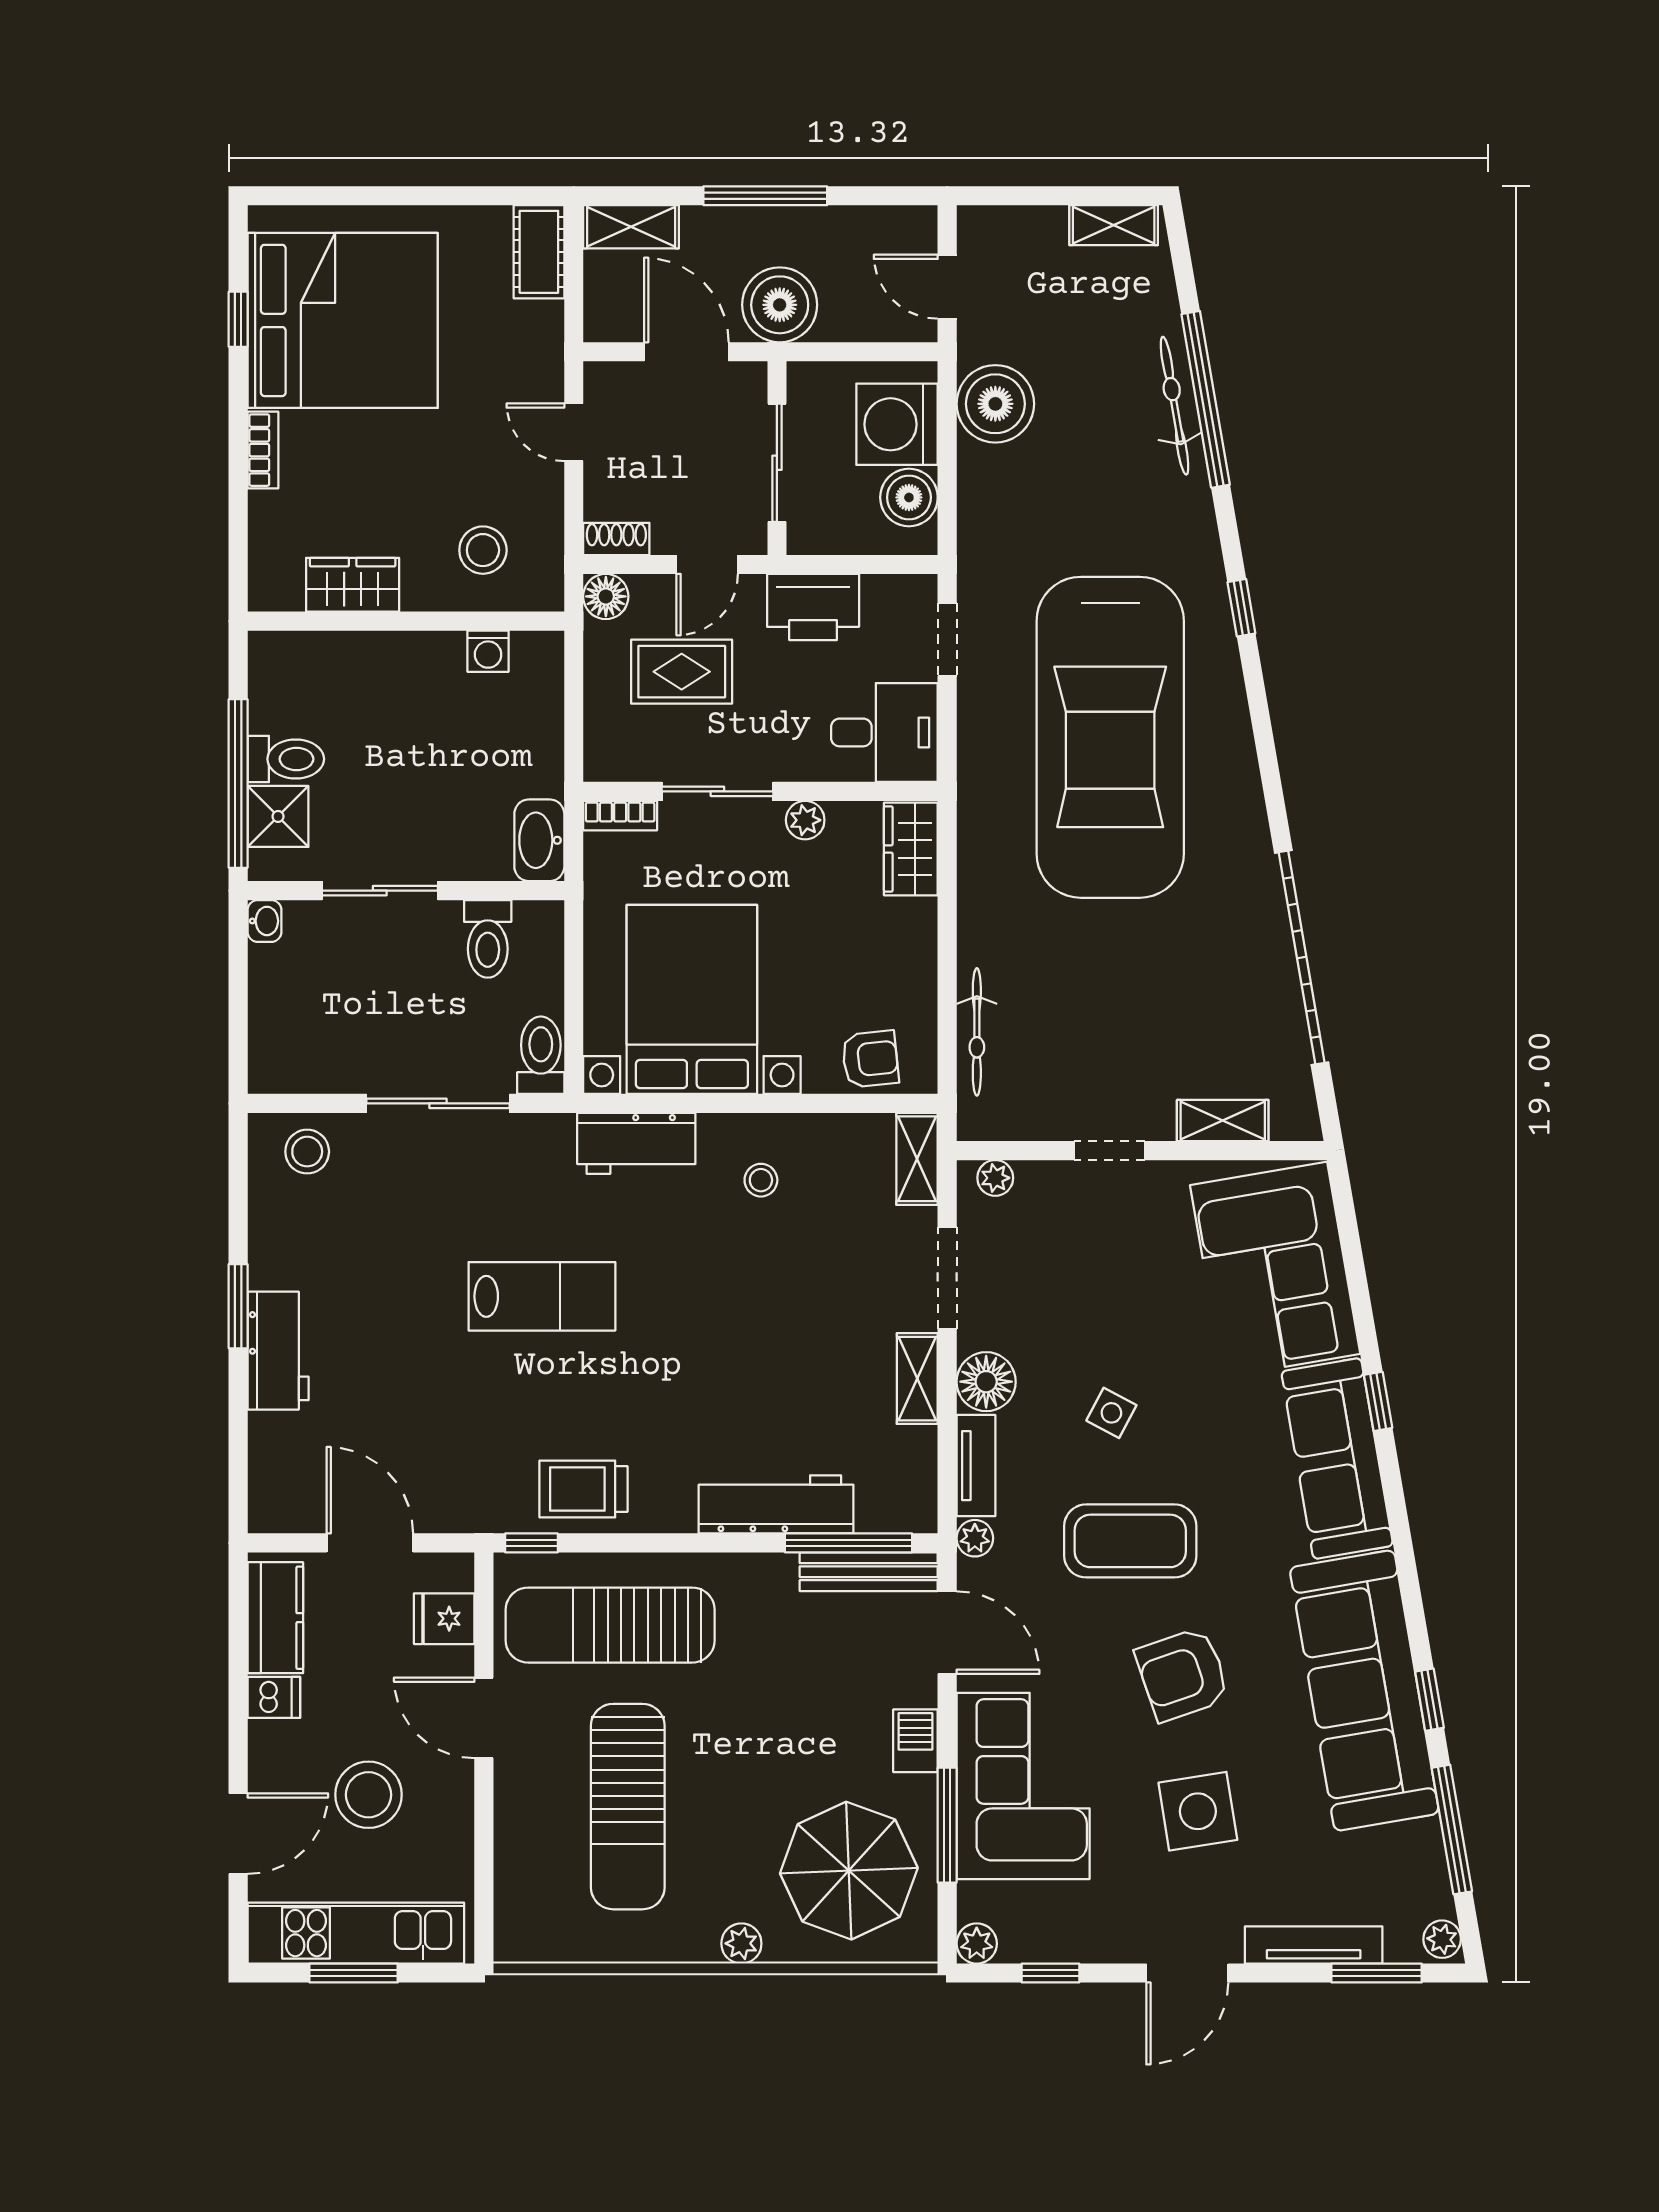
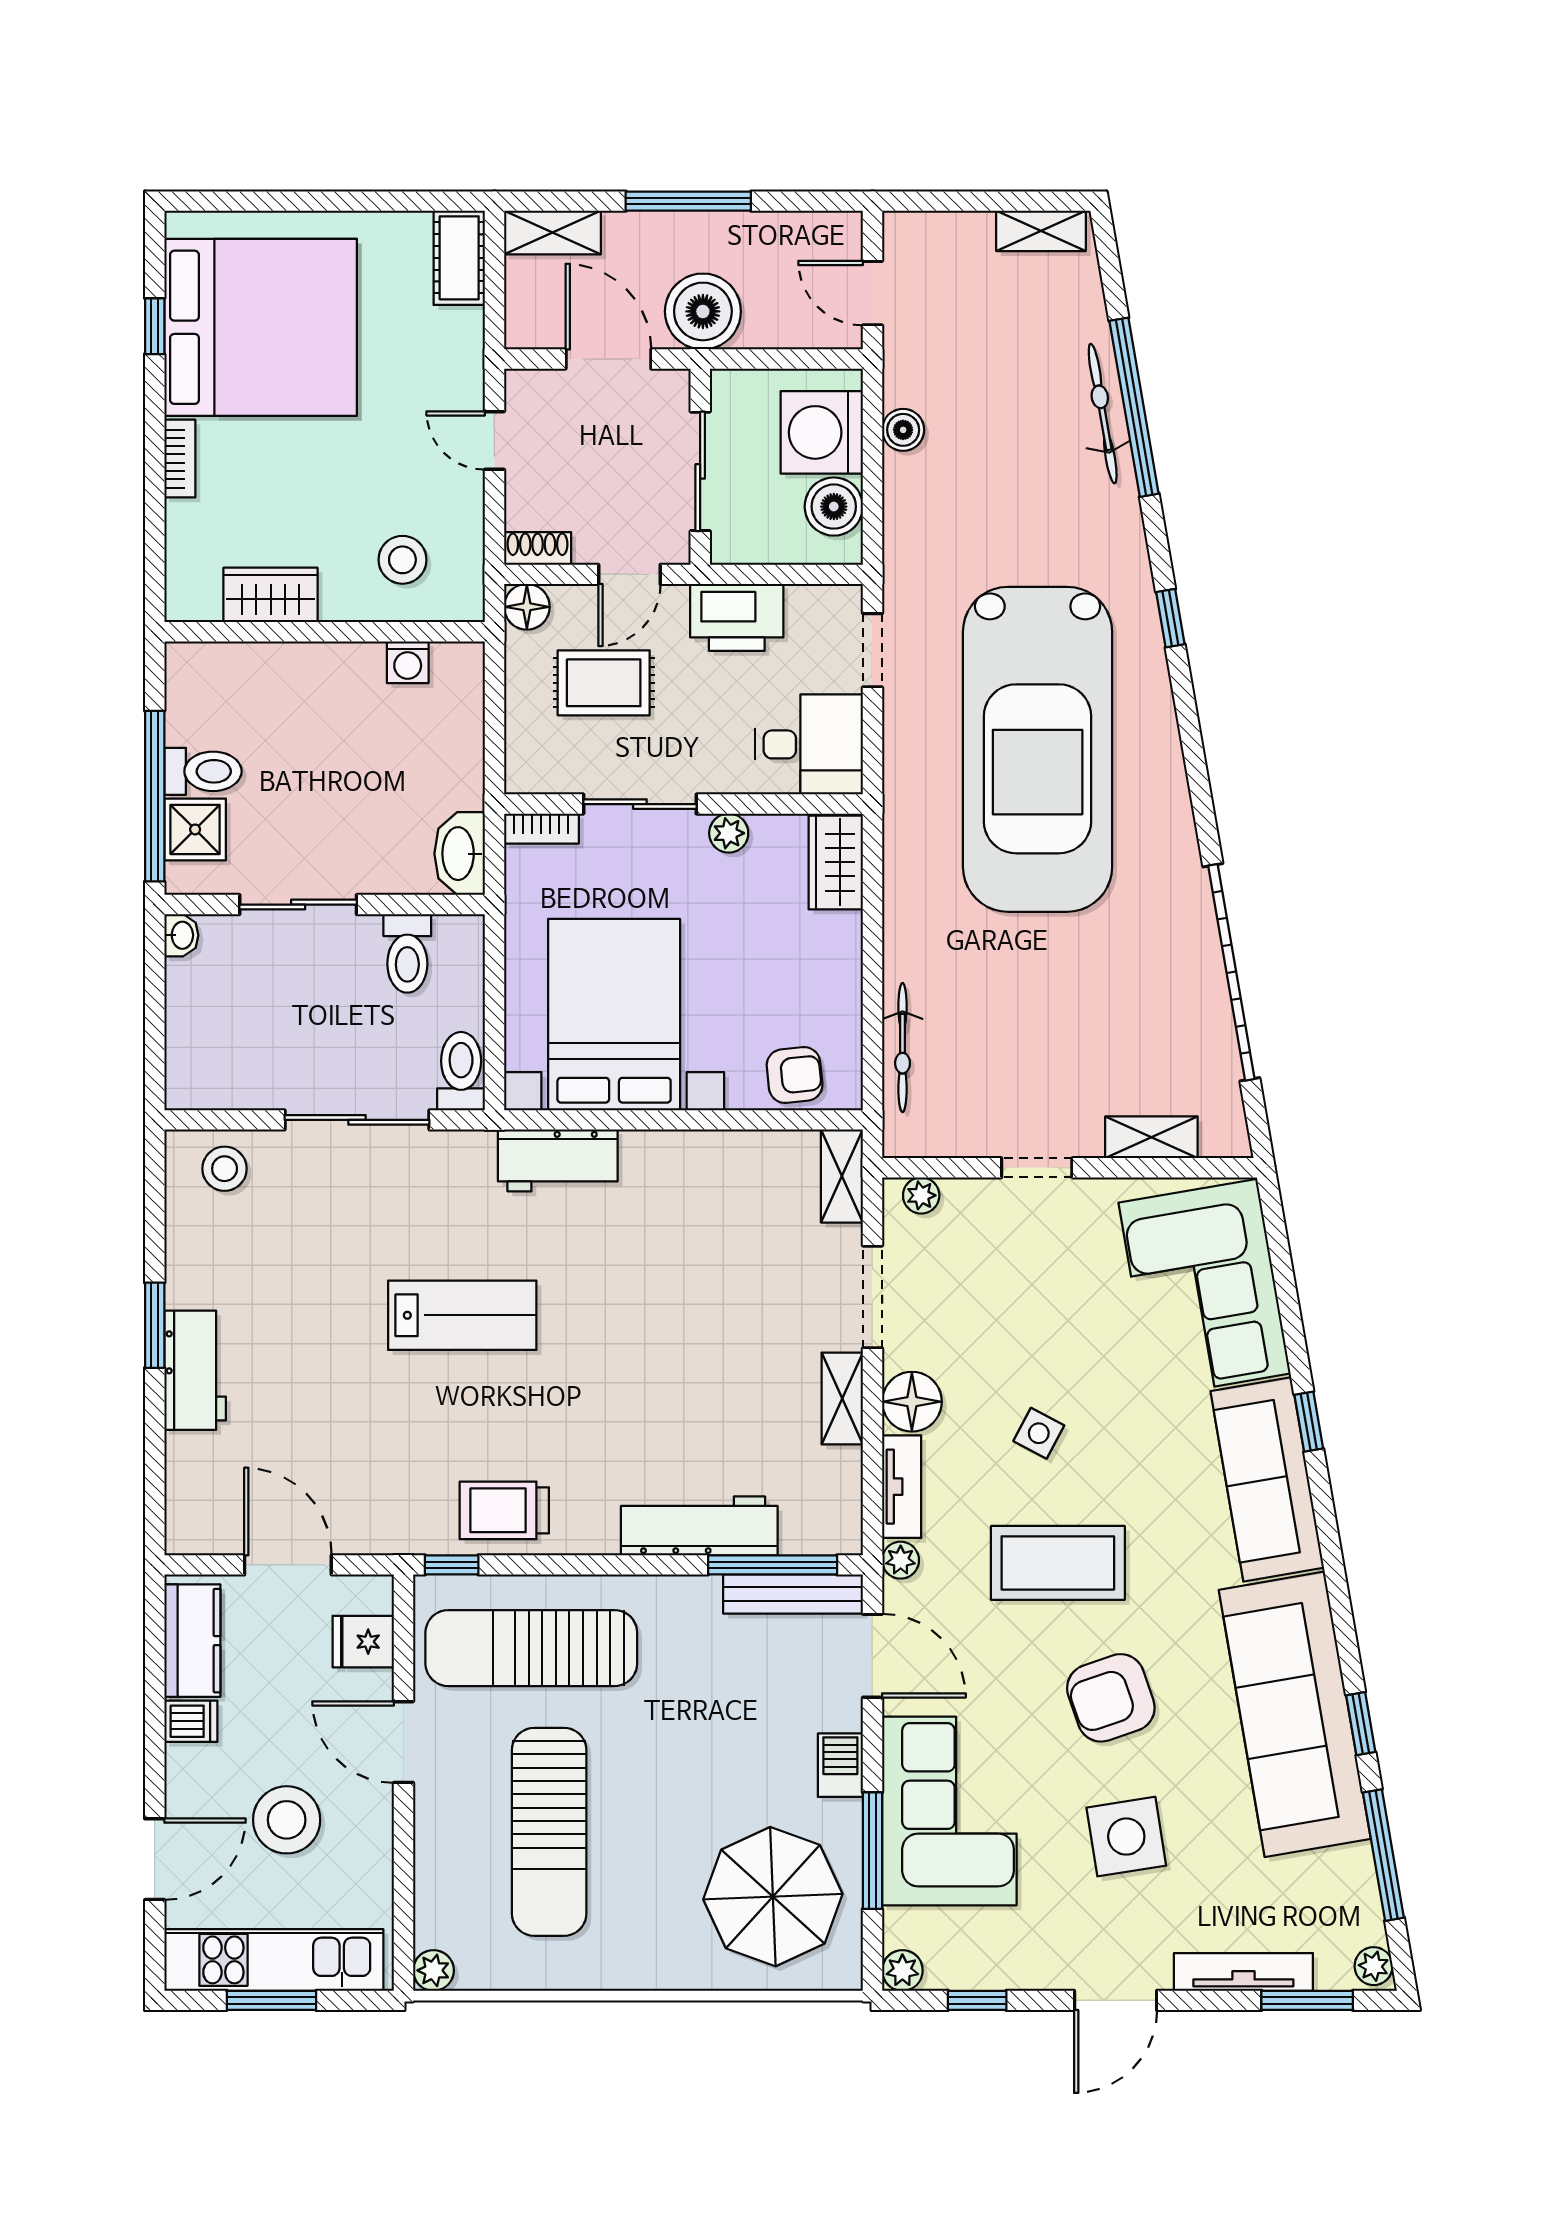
boiler: (995, 404) -> (903, 430), width x0.54, depth x0.54
stool: (761, 1180) -> (684, 1198), removed
plant: (741, 1943) -> (433, 1970), moved

